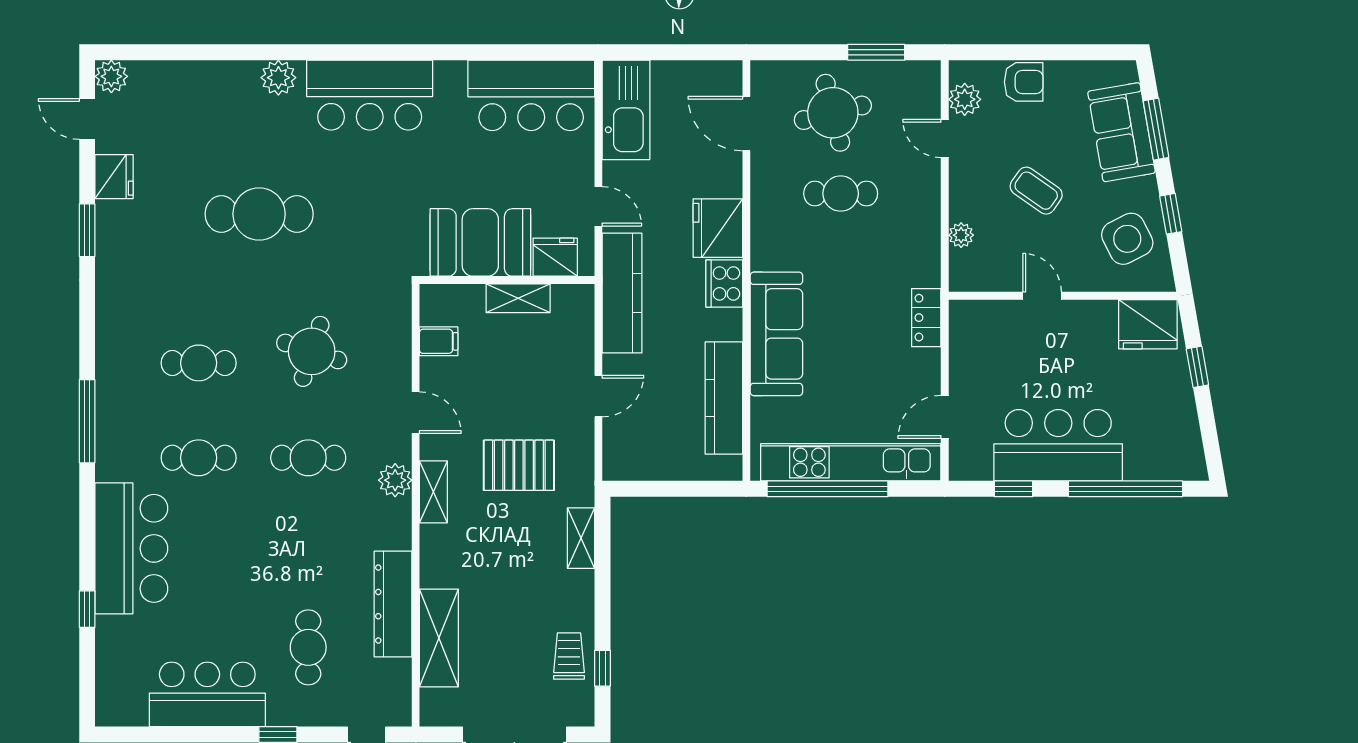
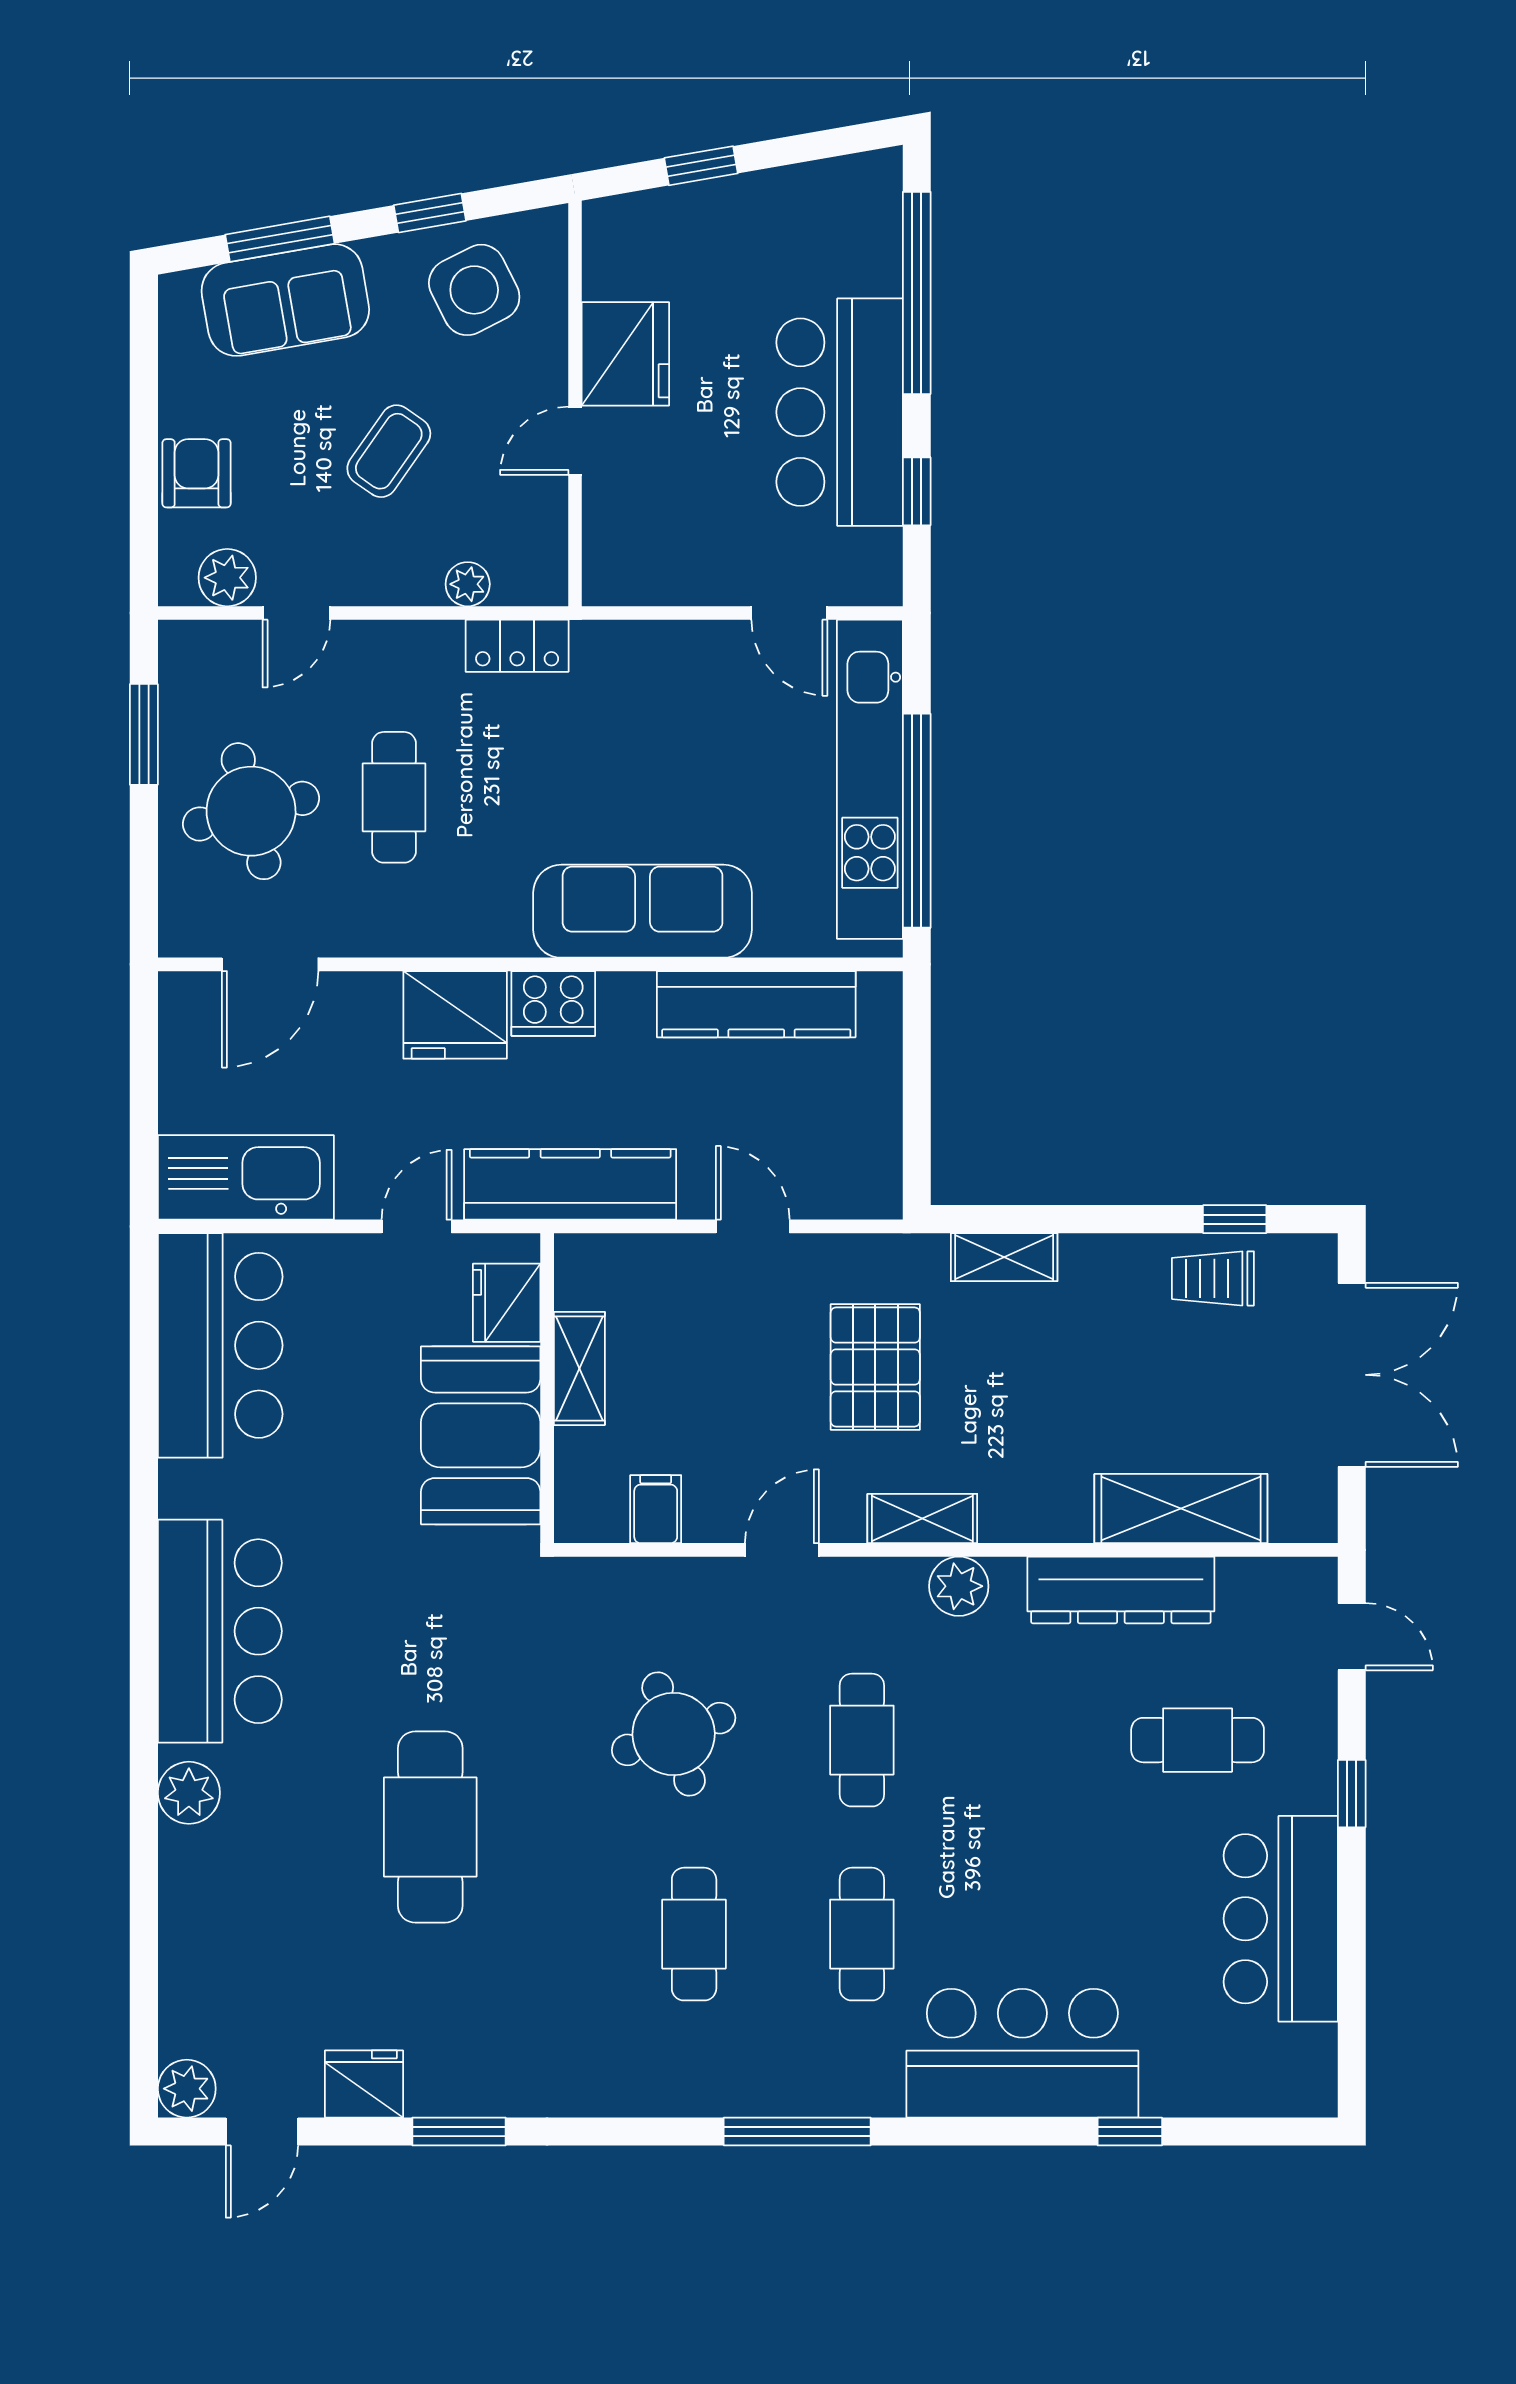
locker: (926, 318) -> (517, 646), moved
fridge: (1148, 324) -> (625, 354), moved
round table: (312, 351) -> (674, 1734), turned -37
plant: (395, 480) -> (959, 1586), moved

